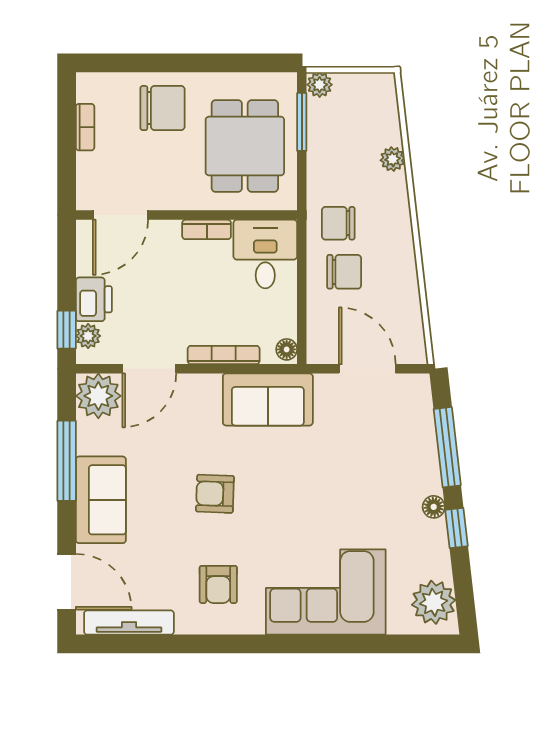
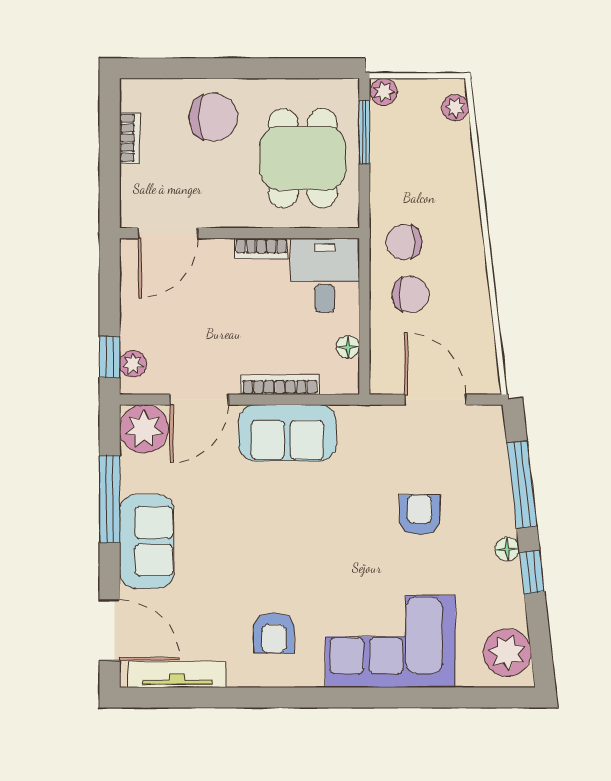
plant: (393, 159) -> (455, 108), moved
printer: (94, 299) -> (139, 324), removed
floor lamp: (287, 349) -> (348, 347), moved
sofa: (268, 399) -> (287, 433), moved
armchair: (215, 494) -> (420, 515), moved, turned 88

